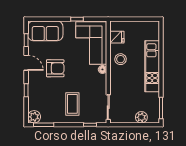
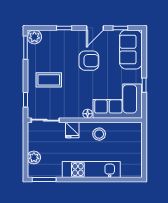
fridge: (117, 37) -> (72, 130), moved
armchair: (55, 68) -> (89, 61), turned -90

